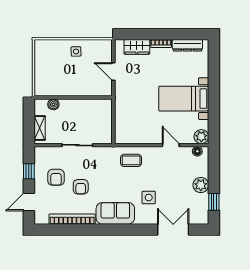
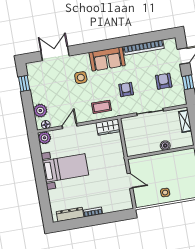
wardrobe: (137, 47) -> (108, 127), moved, turned 180
boiler: (53, 104) -> (165, 146), moved
door: (171, 145) -> (70, 126), swing flipped
plant: (201, 185) -> (40, 111), moved
armchair: (81, 187) -> (126, 89), moved
double door: (173, 230) -> (55, 53), swing flipped

